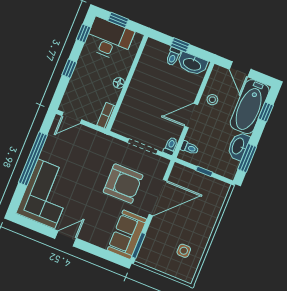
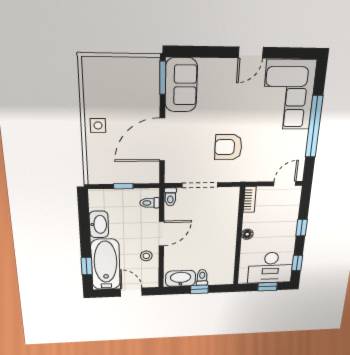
window: (247, 158) -> (84, 217), removed
armchair: (123, 184) -> (228, 147), moved, width x0.73, depth x0.73
side table: (184, 251) -> (98, 125), moved

